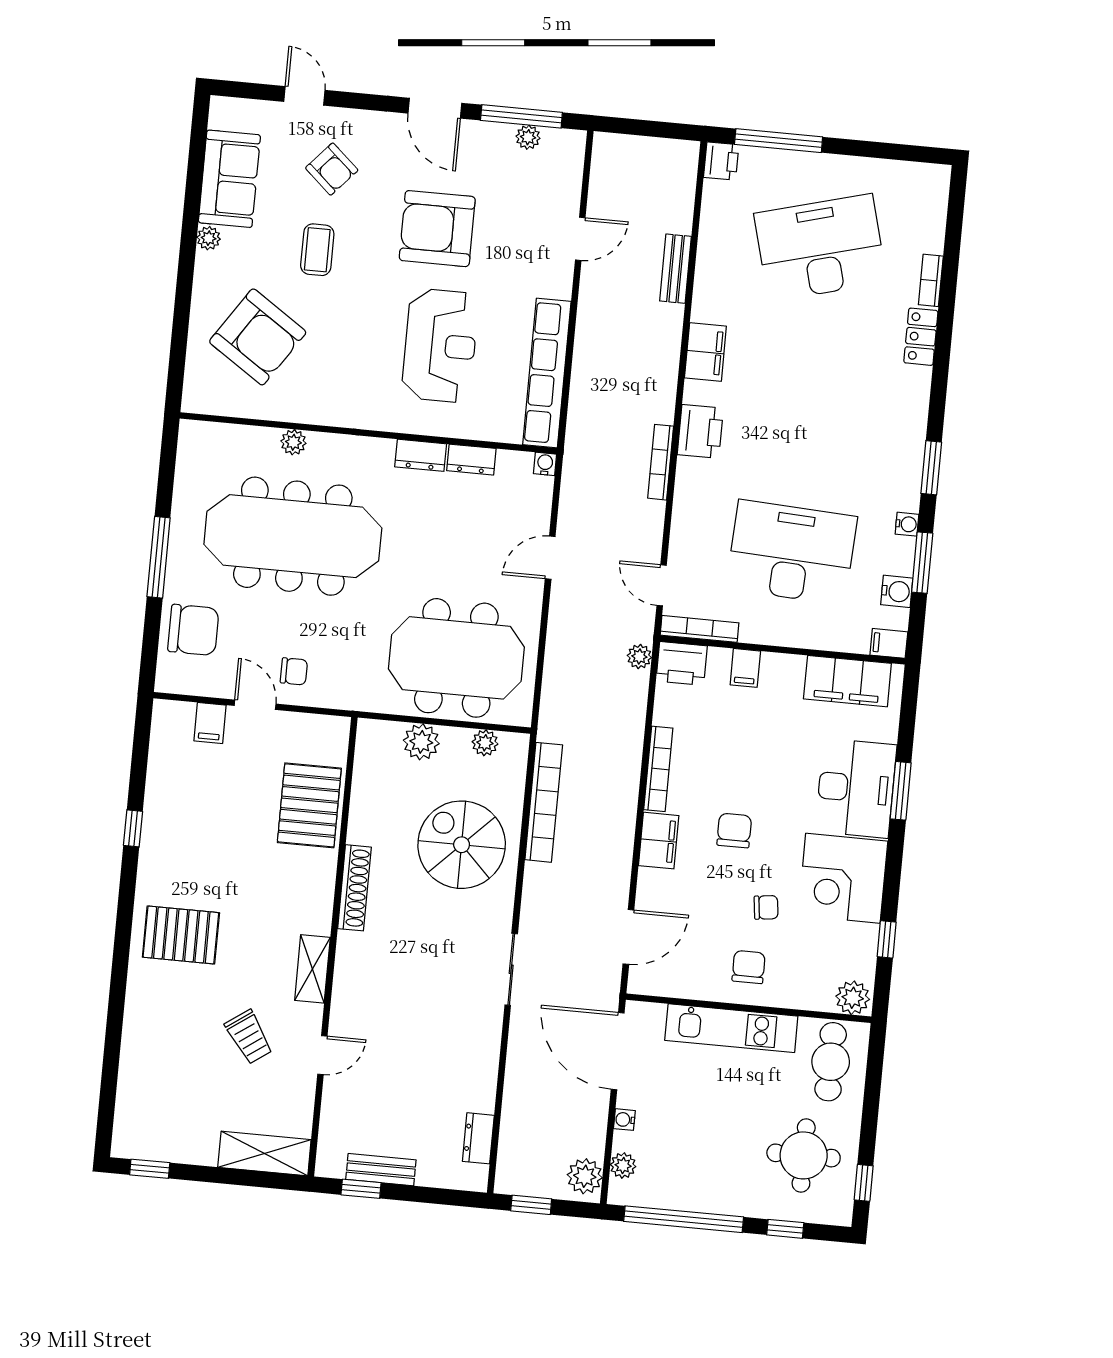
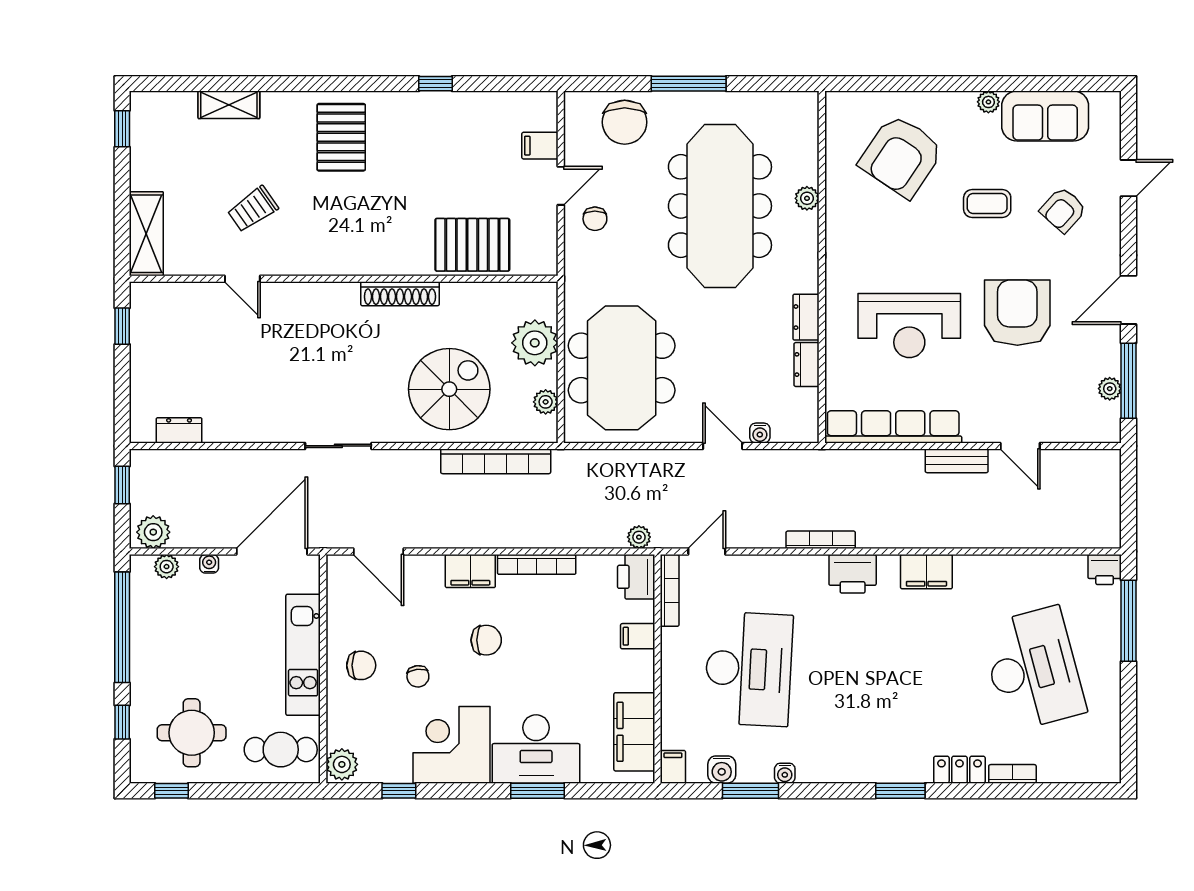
bench: (676, 269) -> (957, 461), moved
water cooler: (545, 464) -> (760, 433), moved, turned 90
window: (931, 468) -> (900, 791), moved
plant: (421, 742) -> (535, 343), width x1.36, depth x1.36
shelving: (312, 969) -> (229, 105), moved
bench: (381, 1170) -> (142, 343), removed

